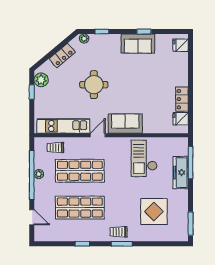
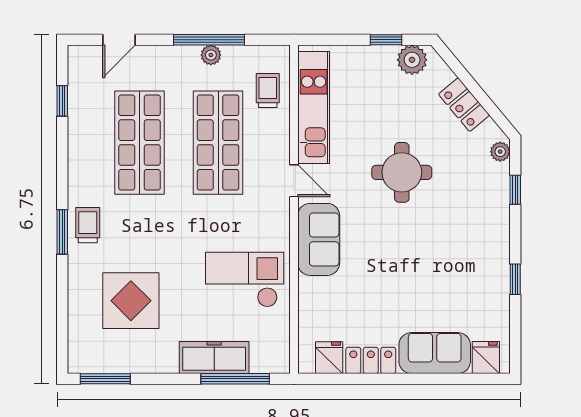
sofa: (138, 44) -> (435, 353), moved, turned 90
window: (32, 175) -> (209, 40), width x0.68
window: (82, 244) -> (62, 101), moved

